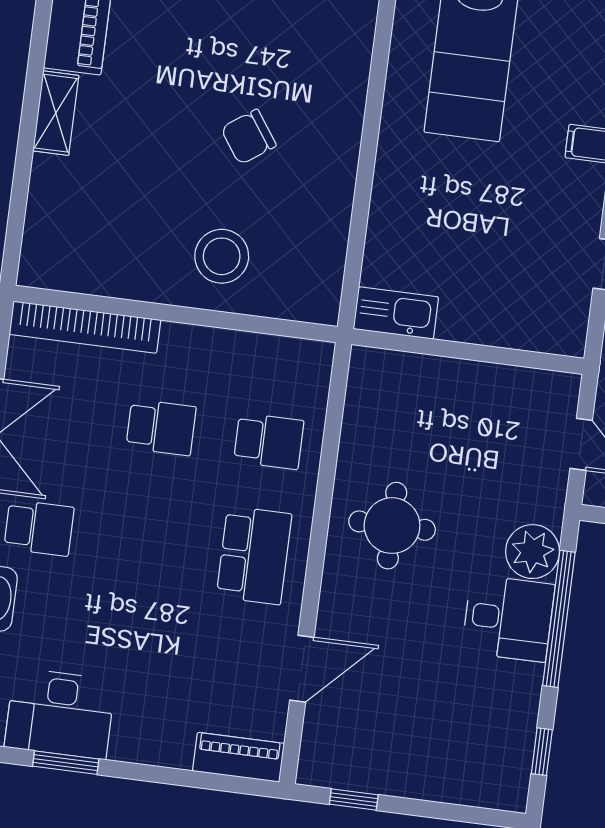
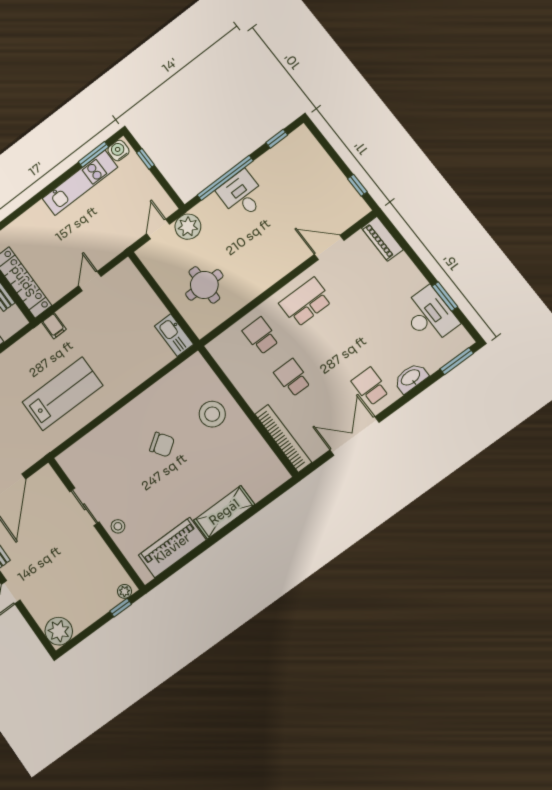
shelving: (56, 113) -> (224, 512), width x1.50, depth x1.33
round table: (392, 526) -> (204, 285), moved
plant: (533, 552) -> (188, 227), moved

